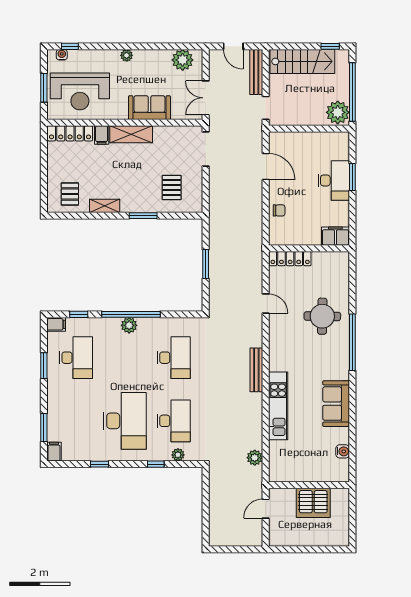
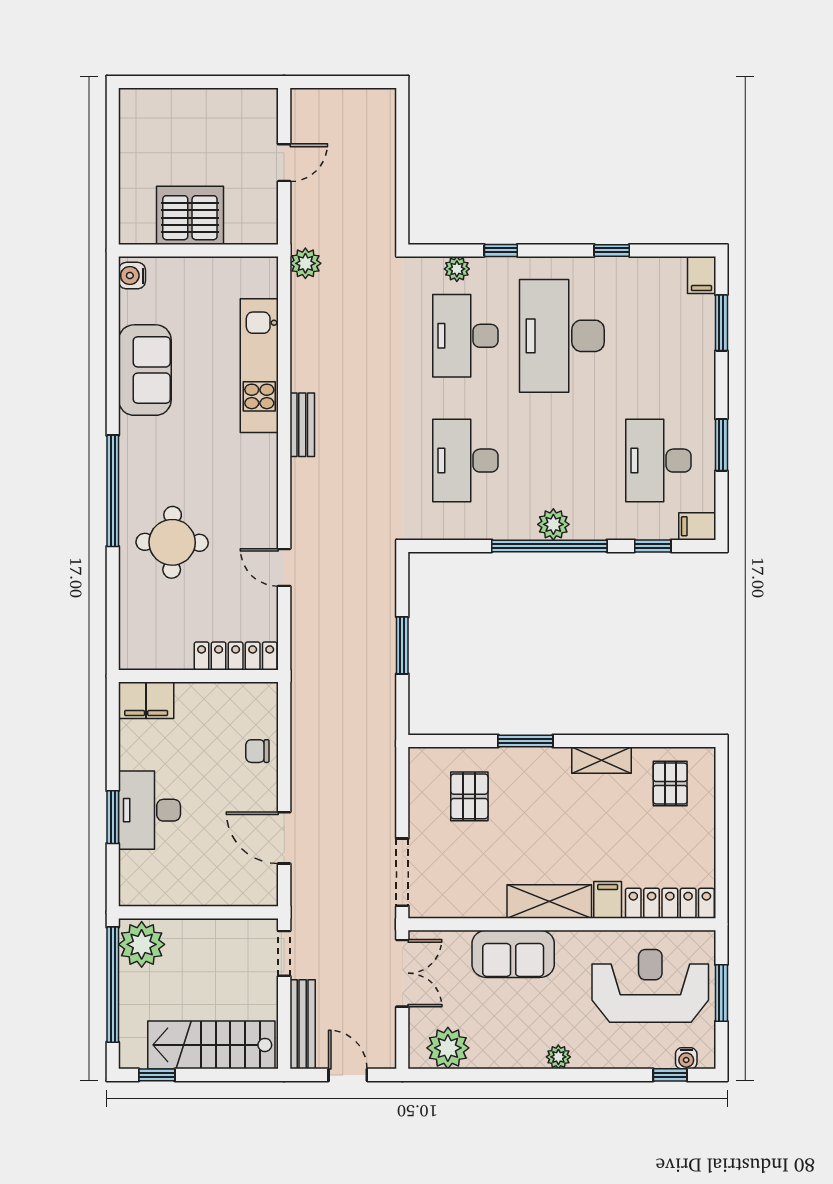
bench: (256, 370) -> (302, 425), width x0.73
wall: (309, 485) -> (198, 250), moved
server rack: (313, 503) -> (190, 215), moved

